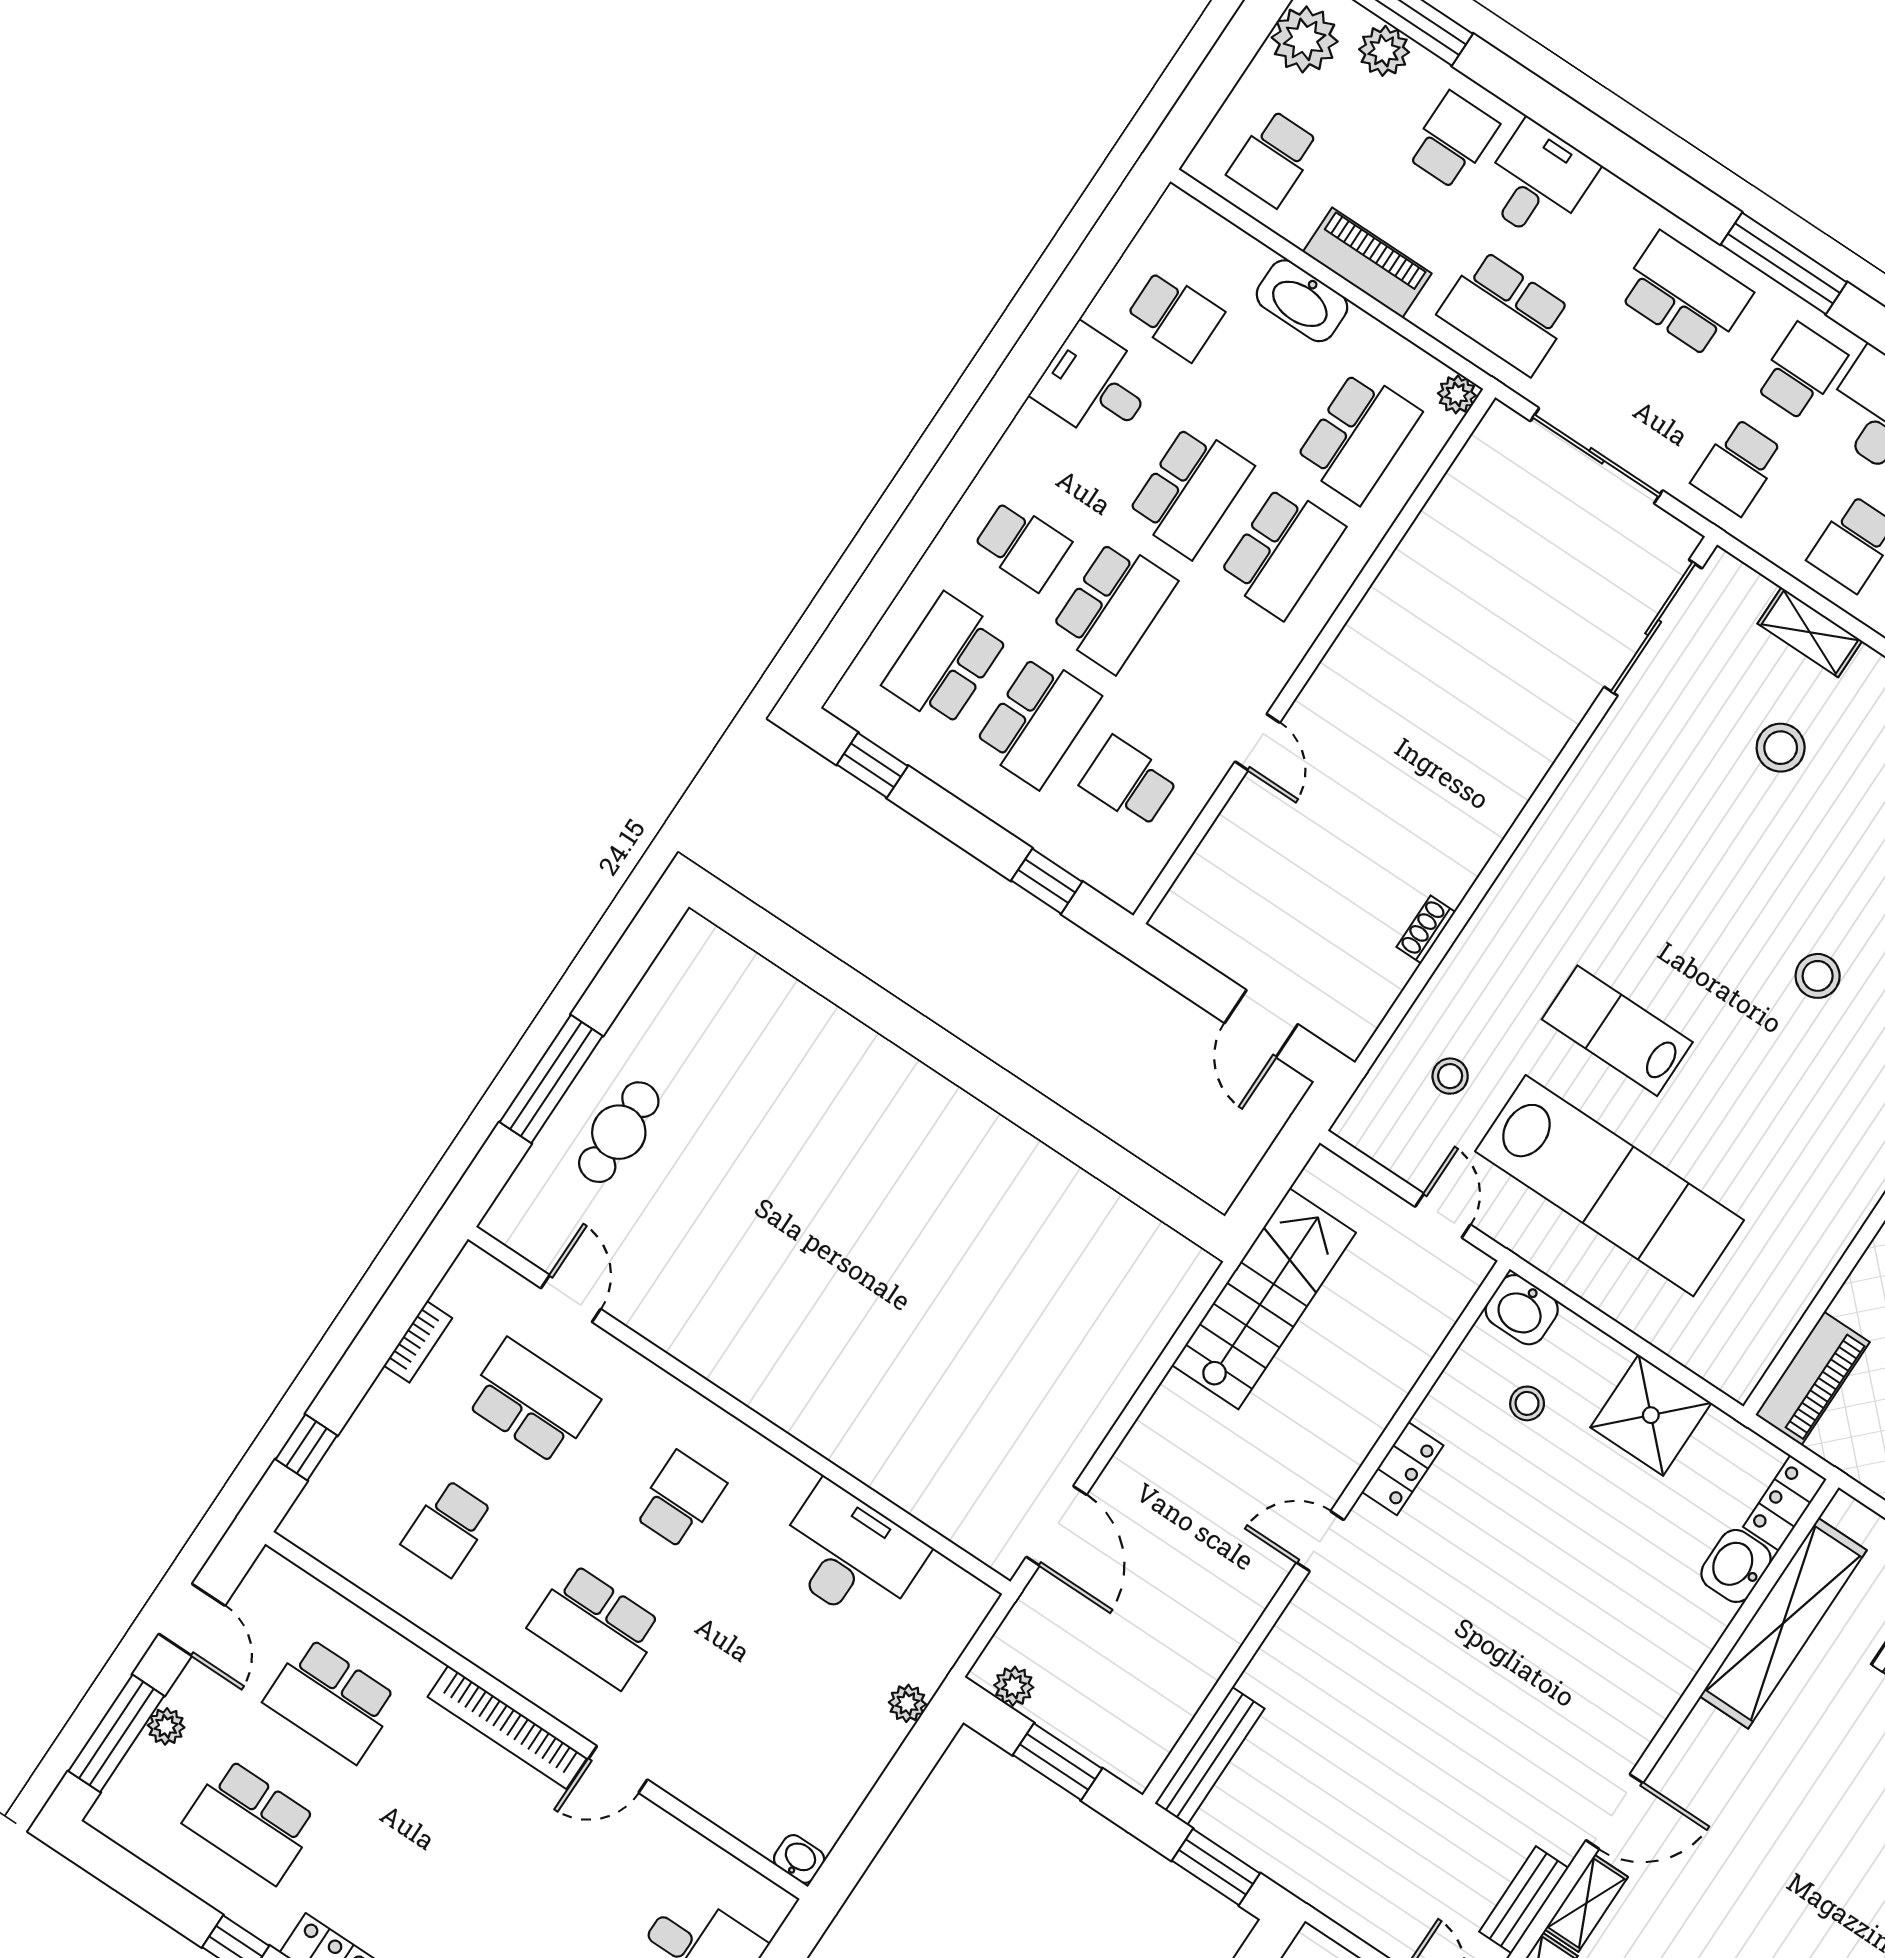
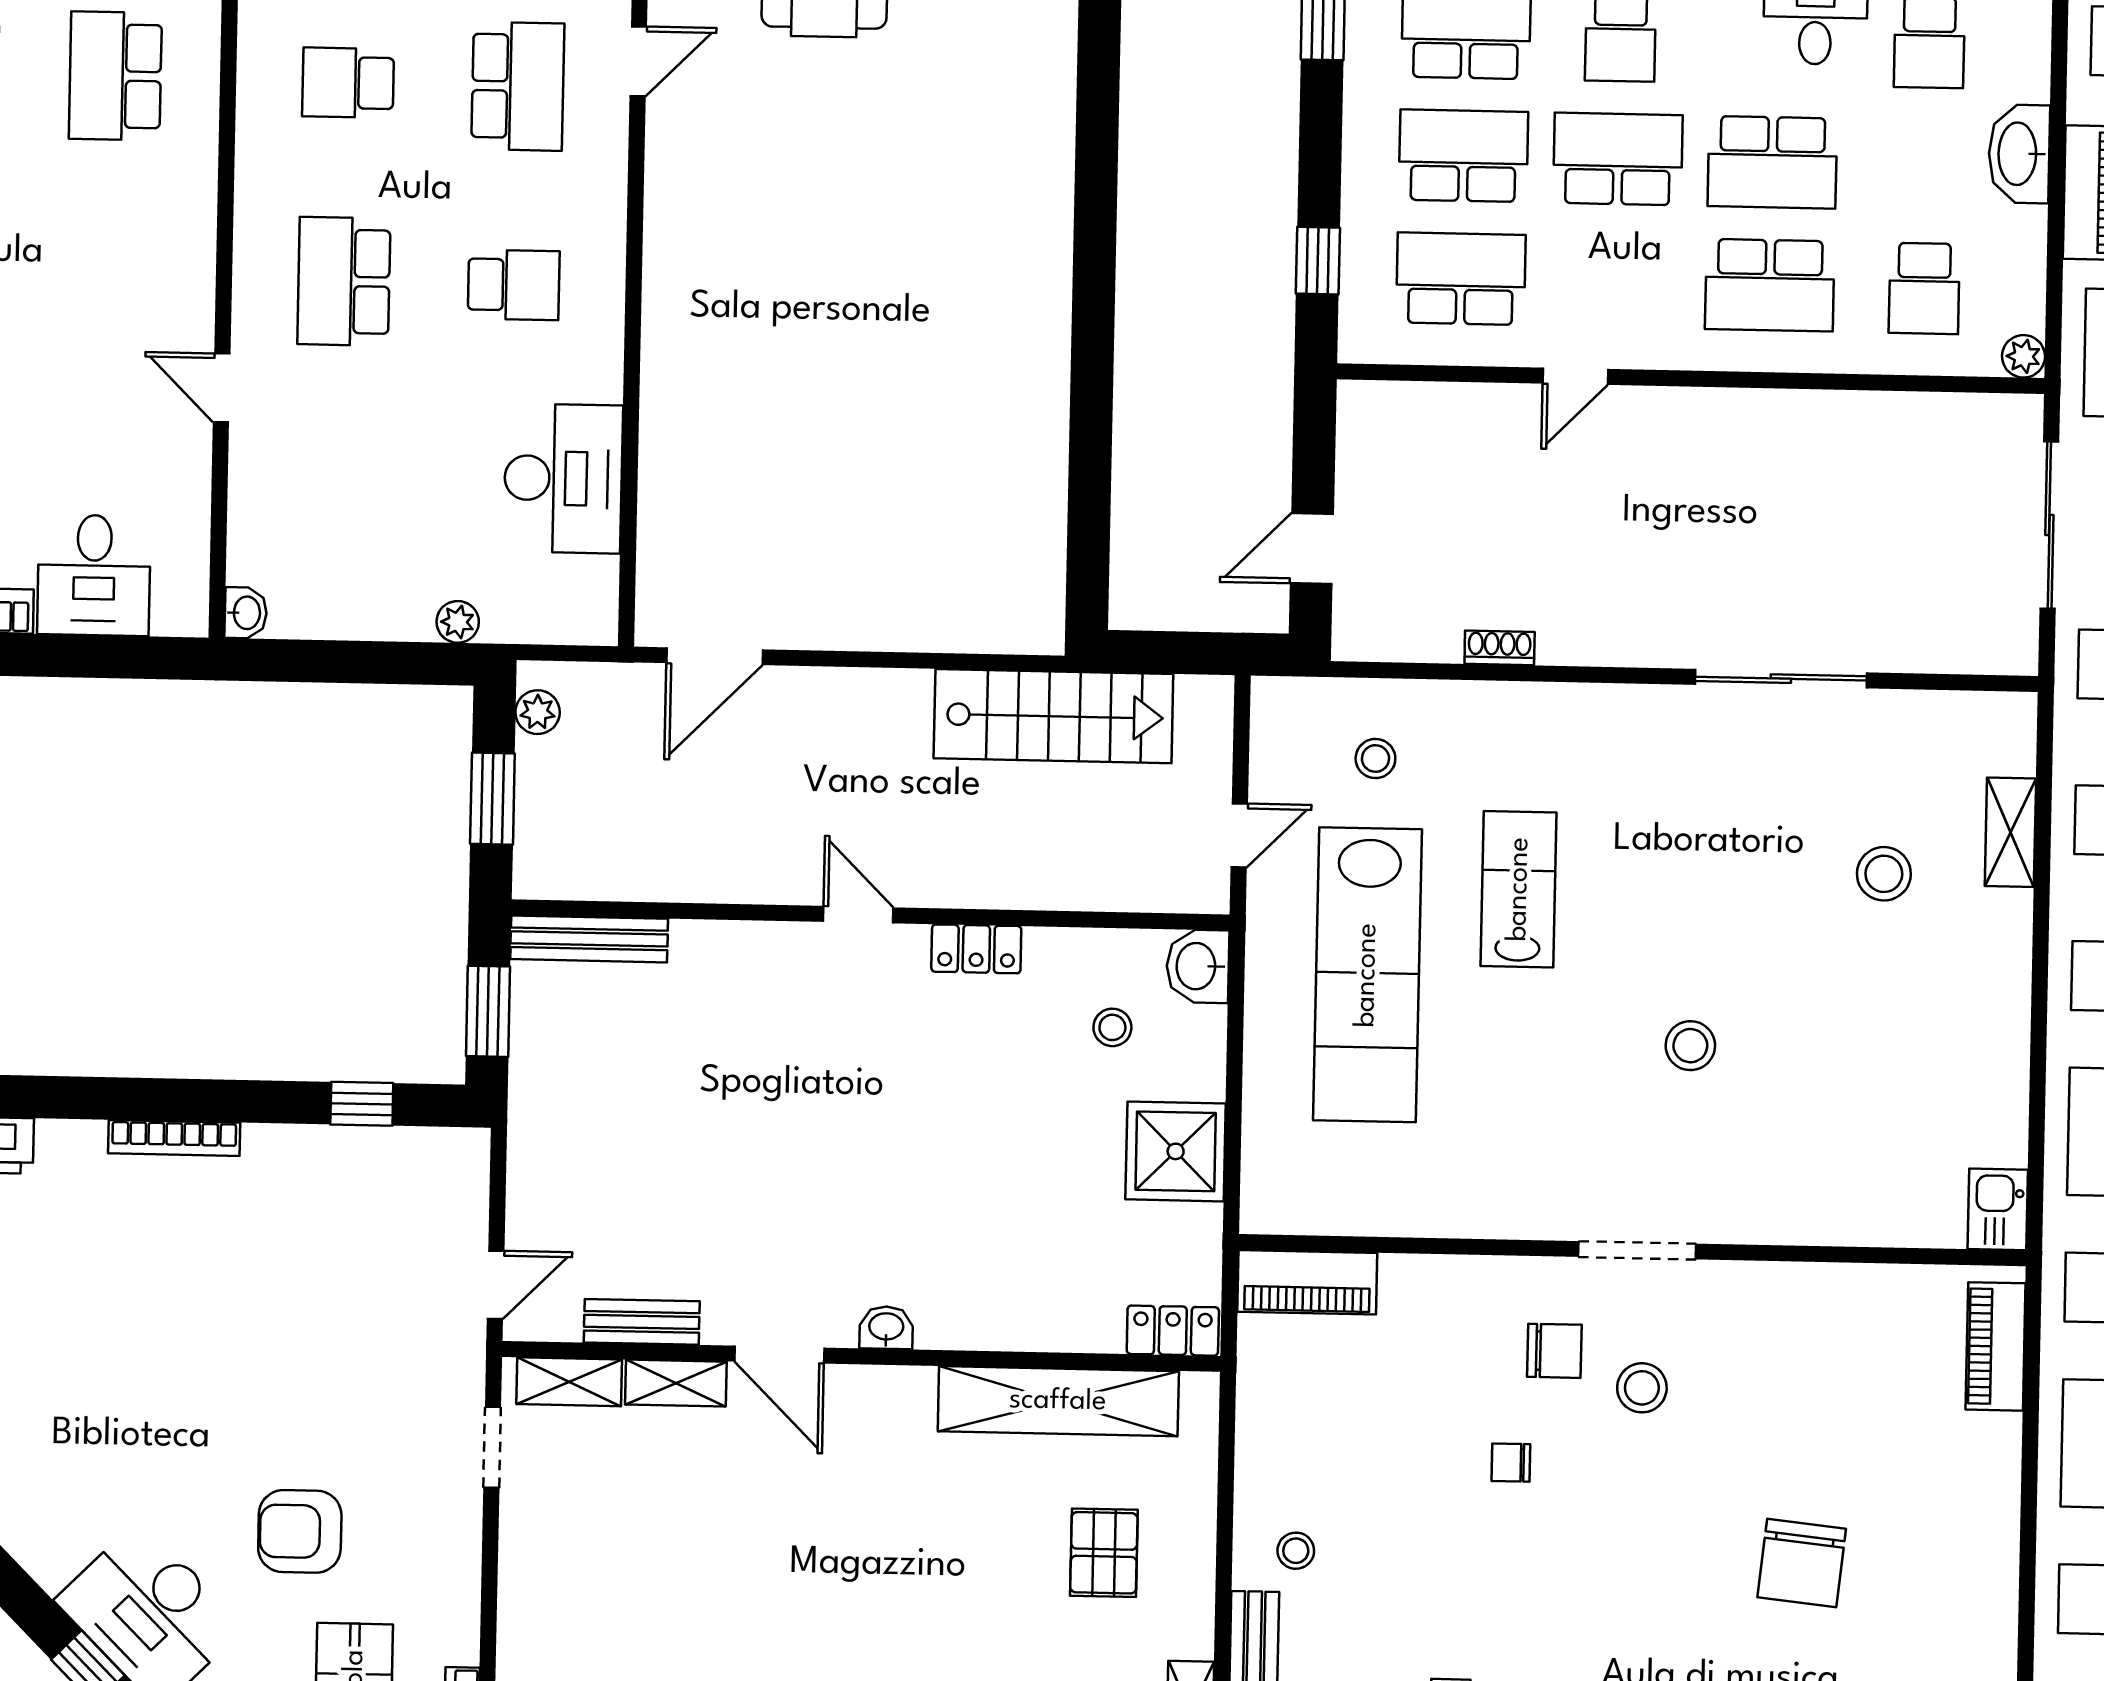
school desk: (1358, 437) -> (1924, 288), width x0.54
school desk: (1114, 606) -> (1618, 159), turned 180
sliding door: (1653, 628) -> (1781, 679), moved
school desk: (1037, 721) -> (1463, 156), turned 180
school desk: (1129, 782) -> (1461, 279), width x1.85
washbasin: (1736, 1566) -> (886, 1328), moved, width x0.72, depth x0.69
bookcase: (507, 1727) -> (195, 258), removed

